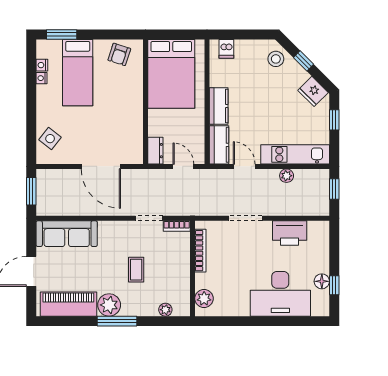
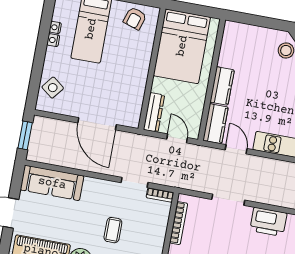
dishwasher: (226, 49) -> (240, 32), removed
nightstand: (42, 65) -> (53, 40), moved
dresser: (155, 151) -> (154, 112), width x1.44
plant: (287, 176) -> (276, 166), removed

